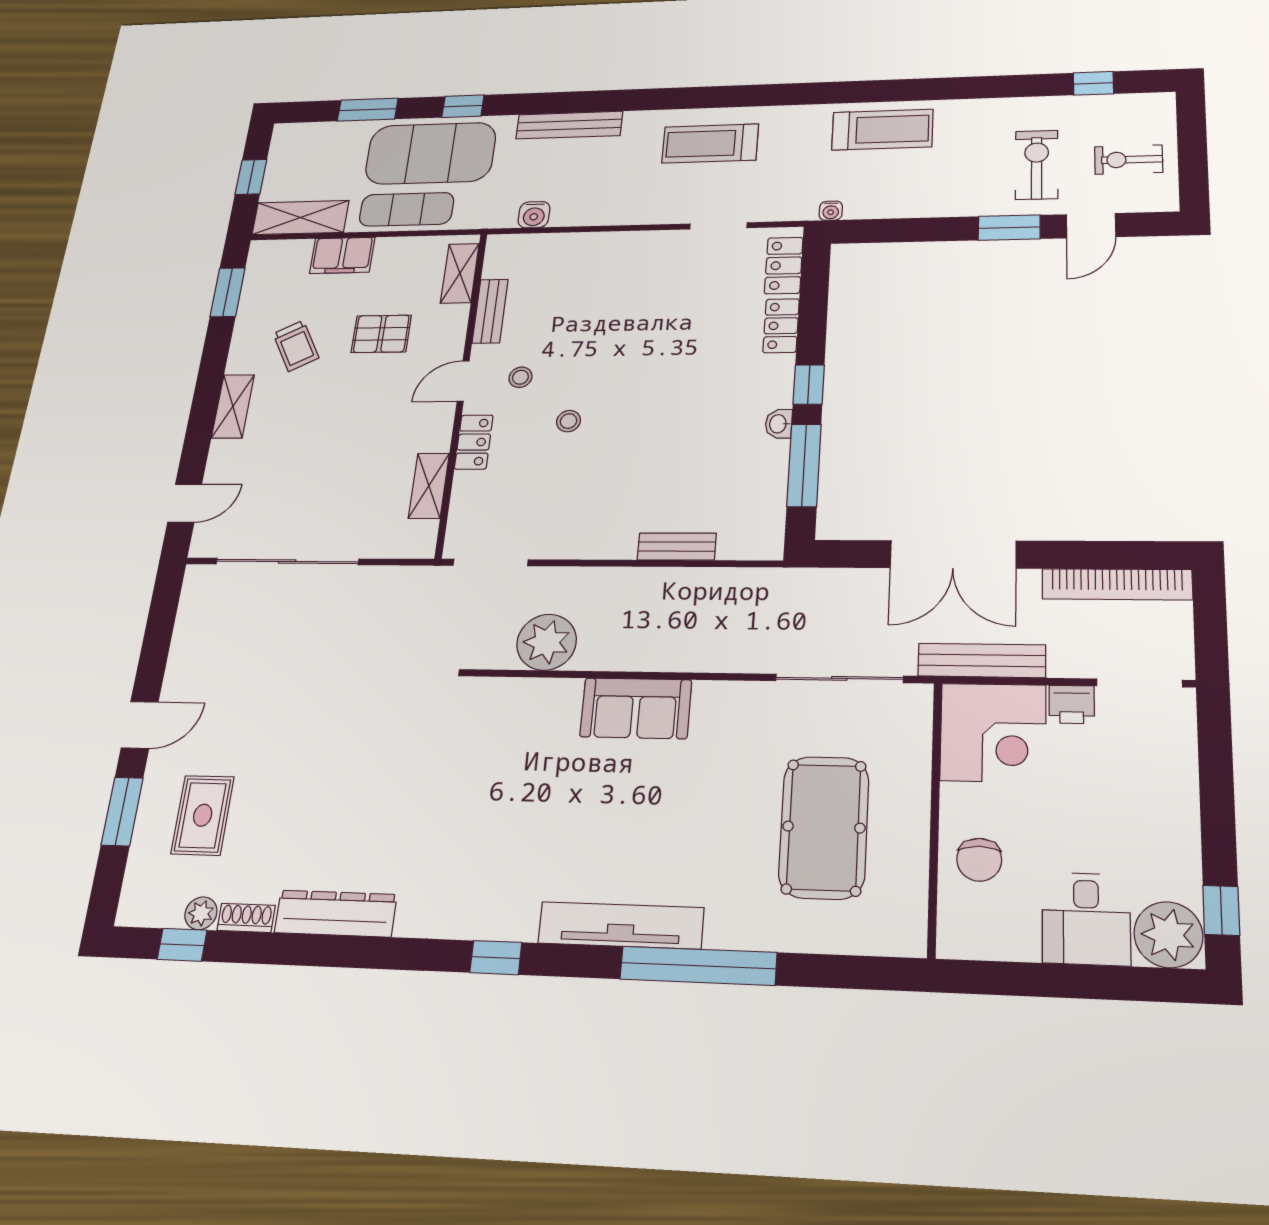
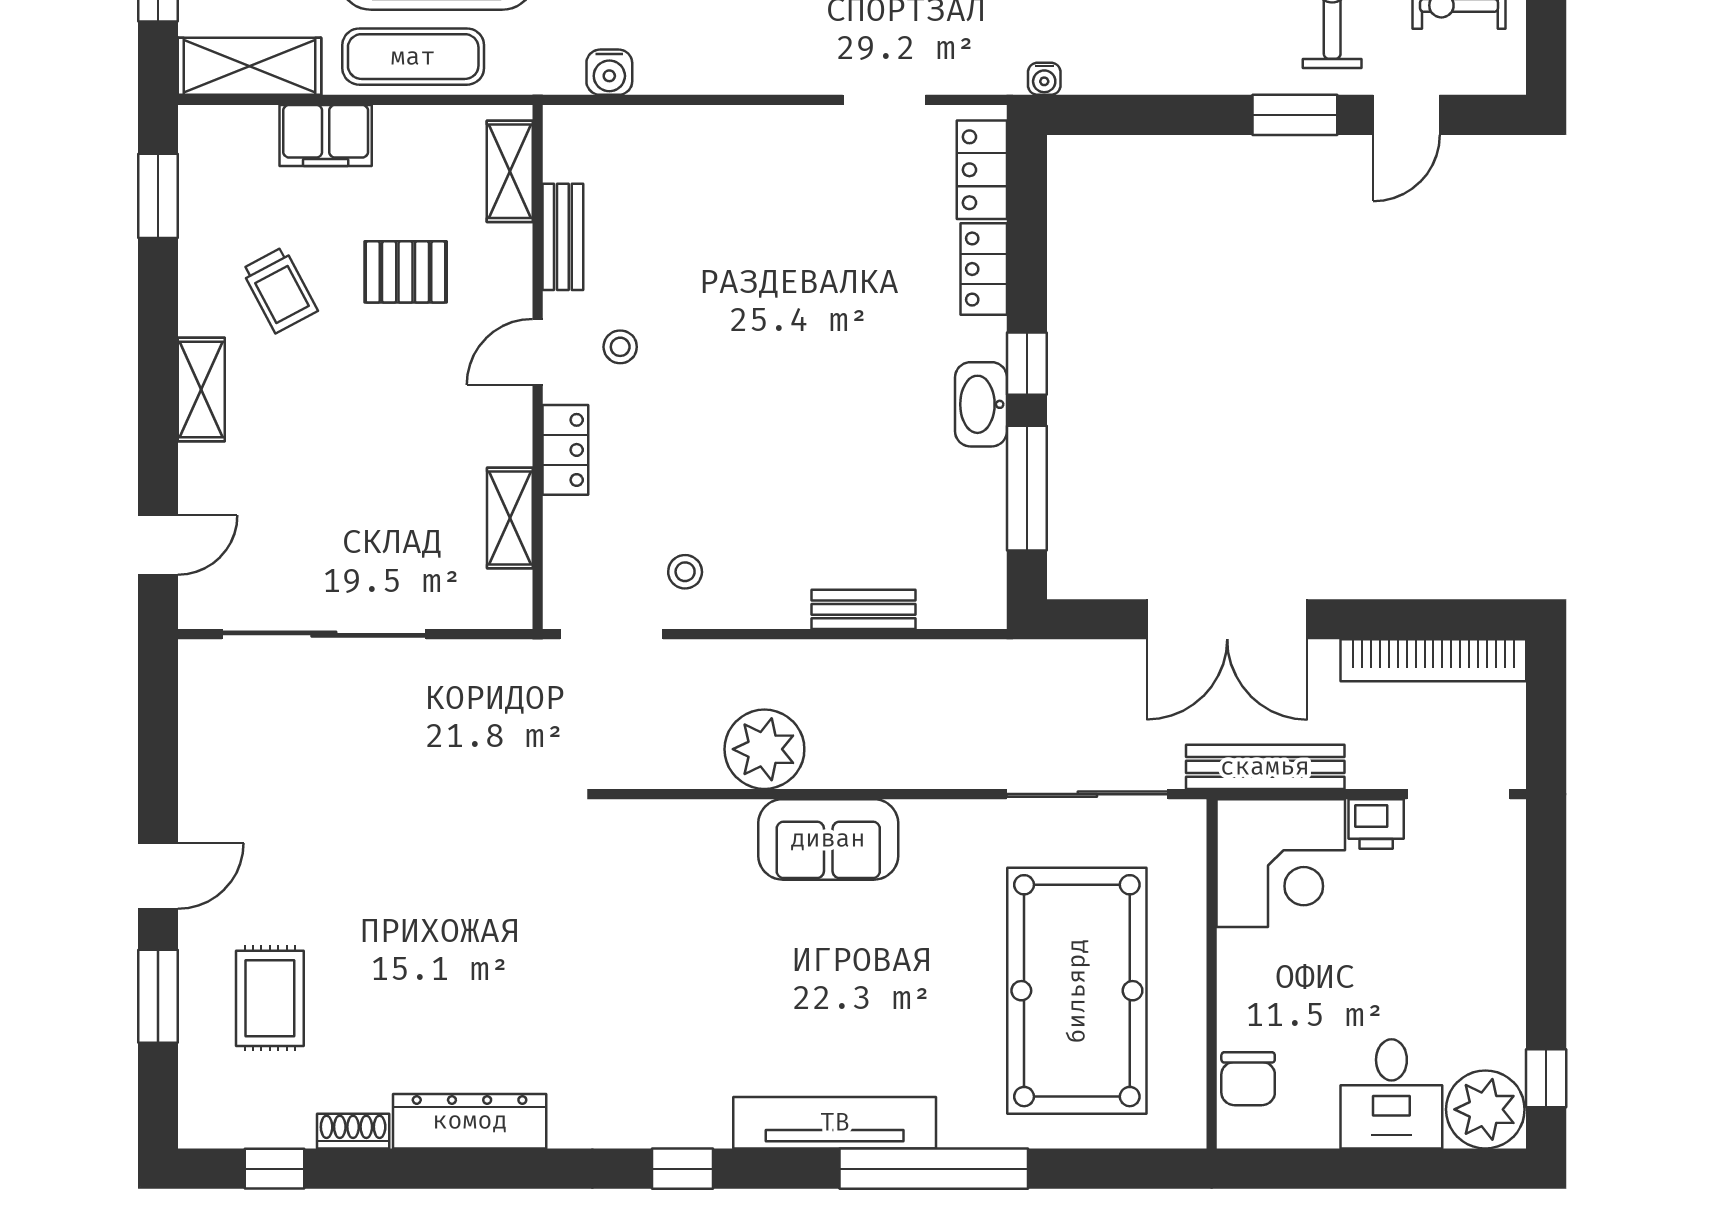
stool: (569, 421) -> (685, 572), moved
washbasin: (779, 424) -> (981, 404), width x1.91, depth x1.45
plant: (547, 642) -> (764, 749), moved
pool table: (824, 827) -> (1077, 991), width x1.36, depth x1.32
chair: (979, 860) -> (1248, 1079), moved
plant: (201, 913) -> (292, 1127), removed

